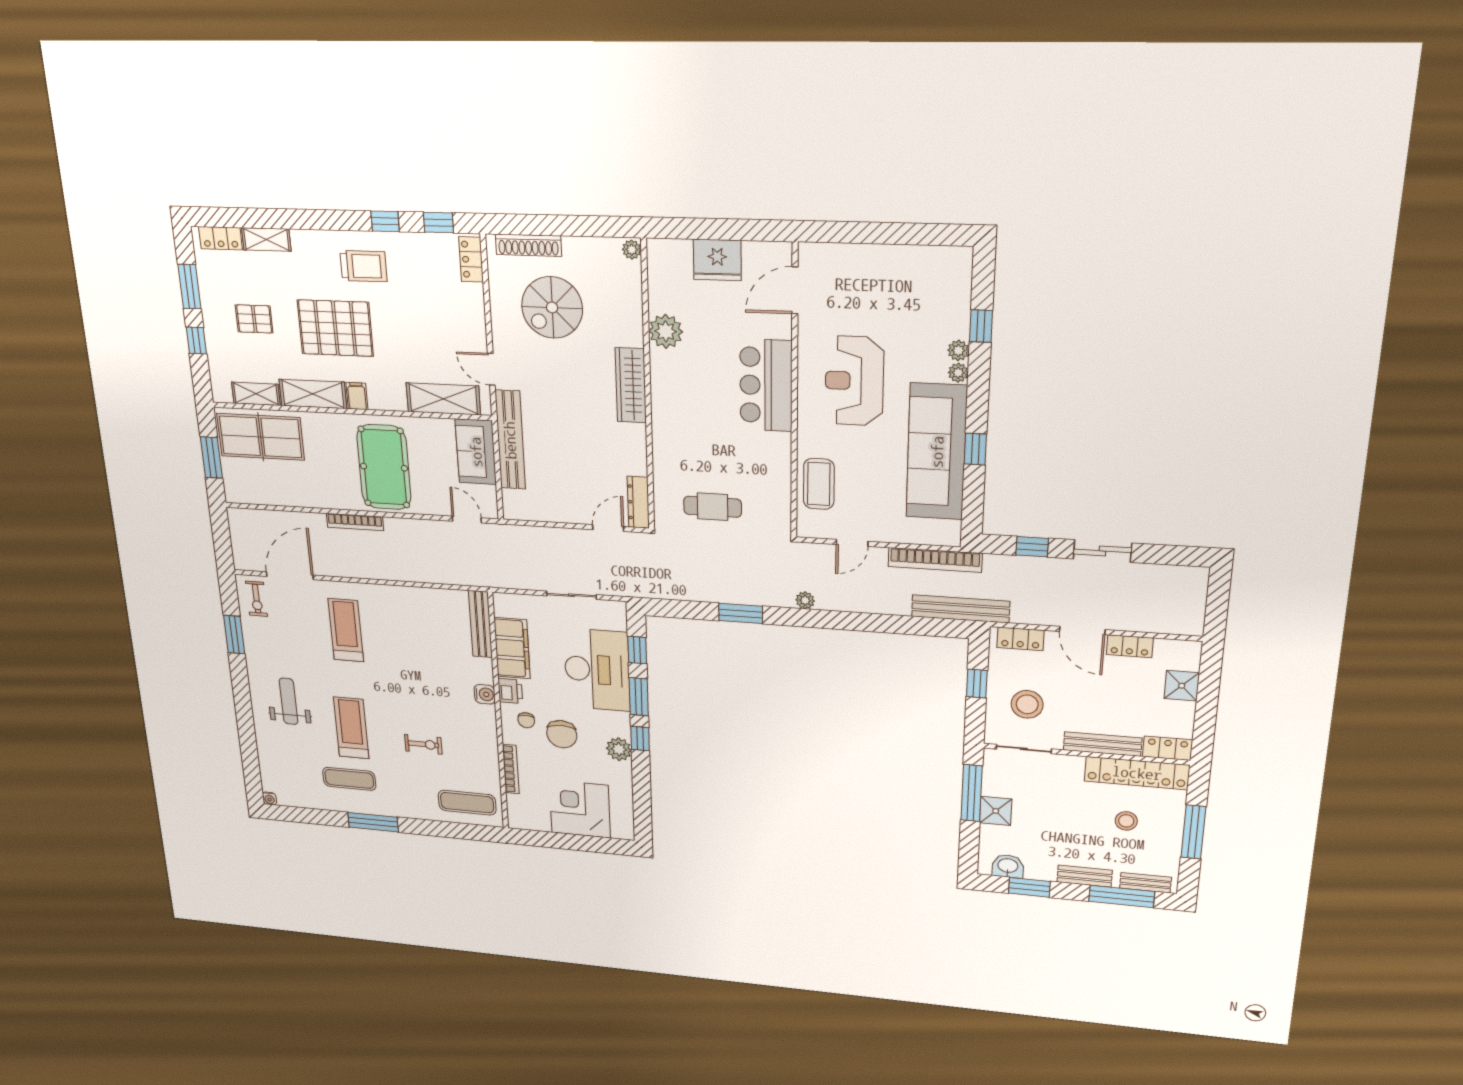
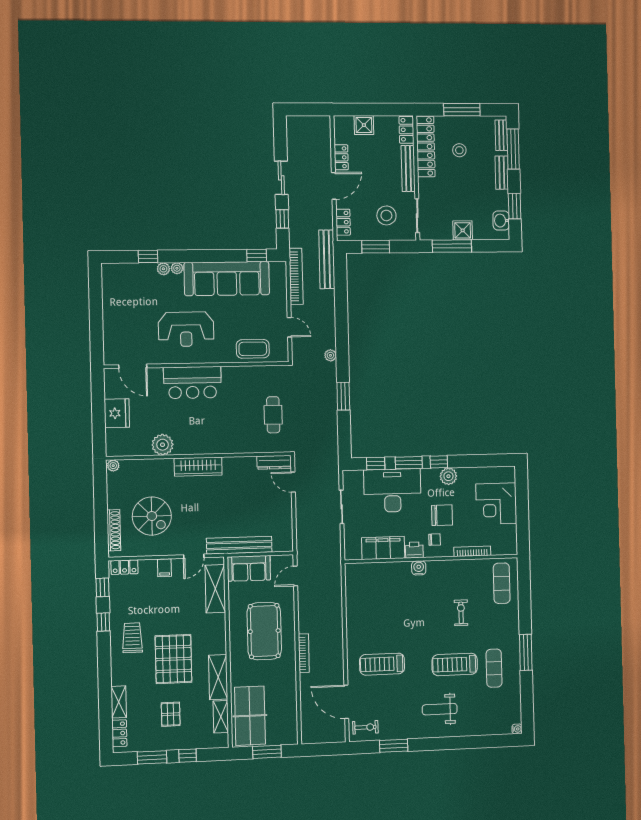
filing cabinet: (357, 396) -> (164, 568), moved, turned -90
window: (975, 449) -> (257, 255), moved
pool table: (384, 467) -> (264, 631), turned 90
bench: (480, 624) -> (368, 569), removed
window: (977, 683) -> (376, 247), width x1.50

